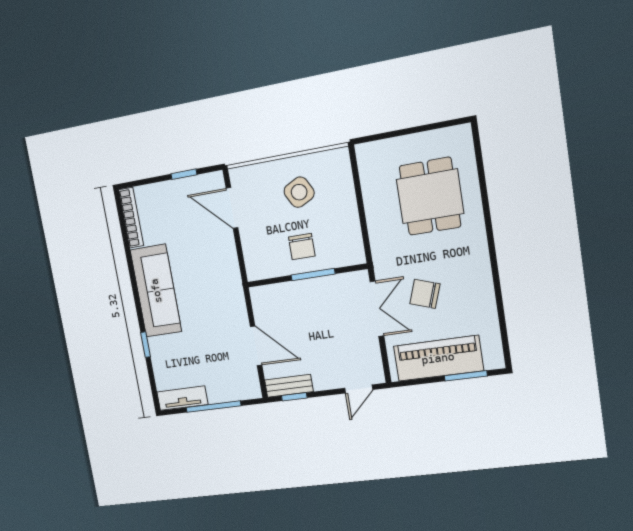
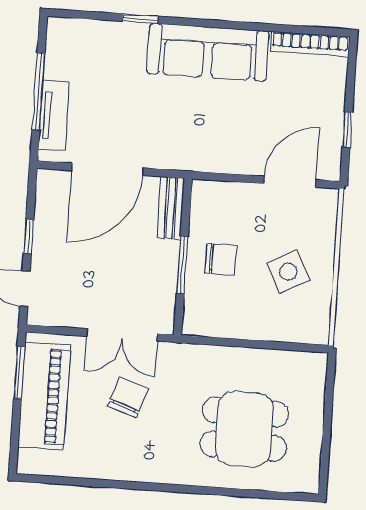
chair: (302, 246) -> (221, 259), turned 180
door: (256, 346) -> (107, 169), width x1.36
window: (466, 376) -> (19, 372), moved
bench: (289, 386) -> (171, 208), moved
window: (294, 397) -> (29, 236), moved
tv unit: (182, 398) -> (54, 115), moved

